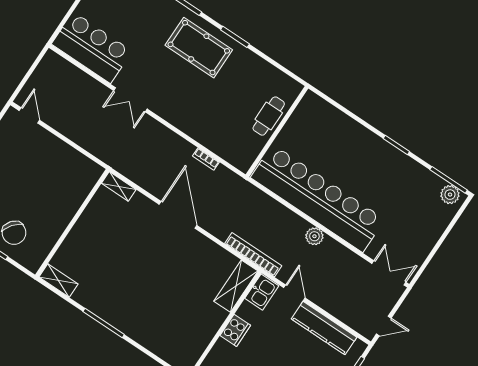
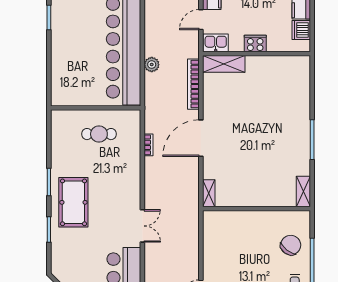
cafe table: (269, 116) -> (99, 134), moved
plant: (314, 236) -> (152, 65), moved
bookcase: (253, 255) -> (193, 84), moved

